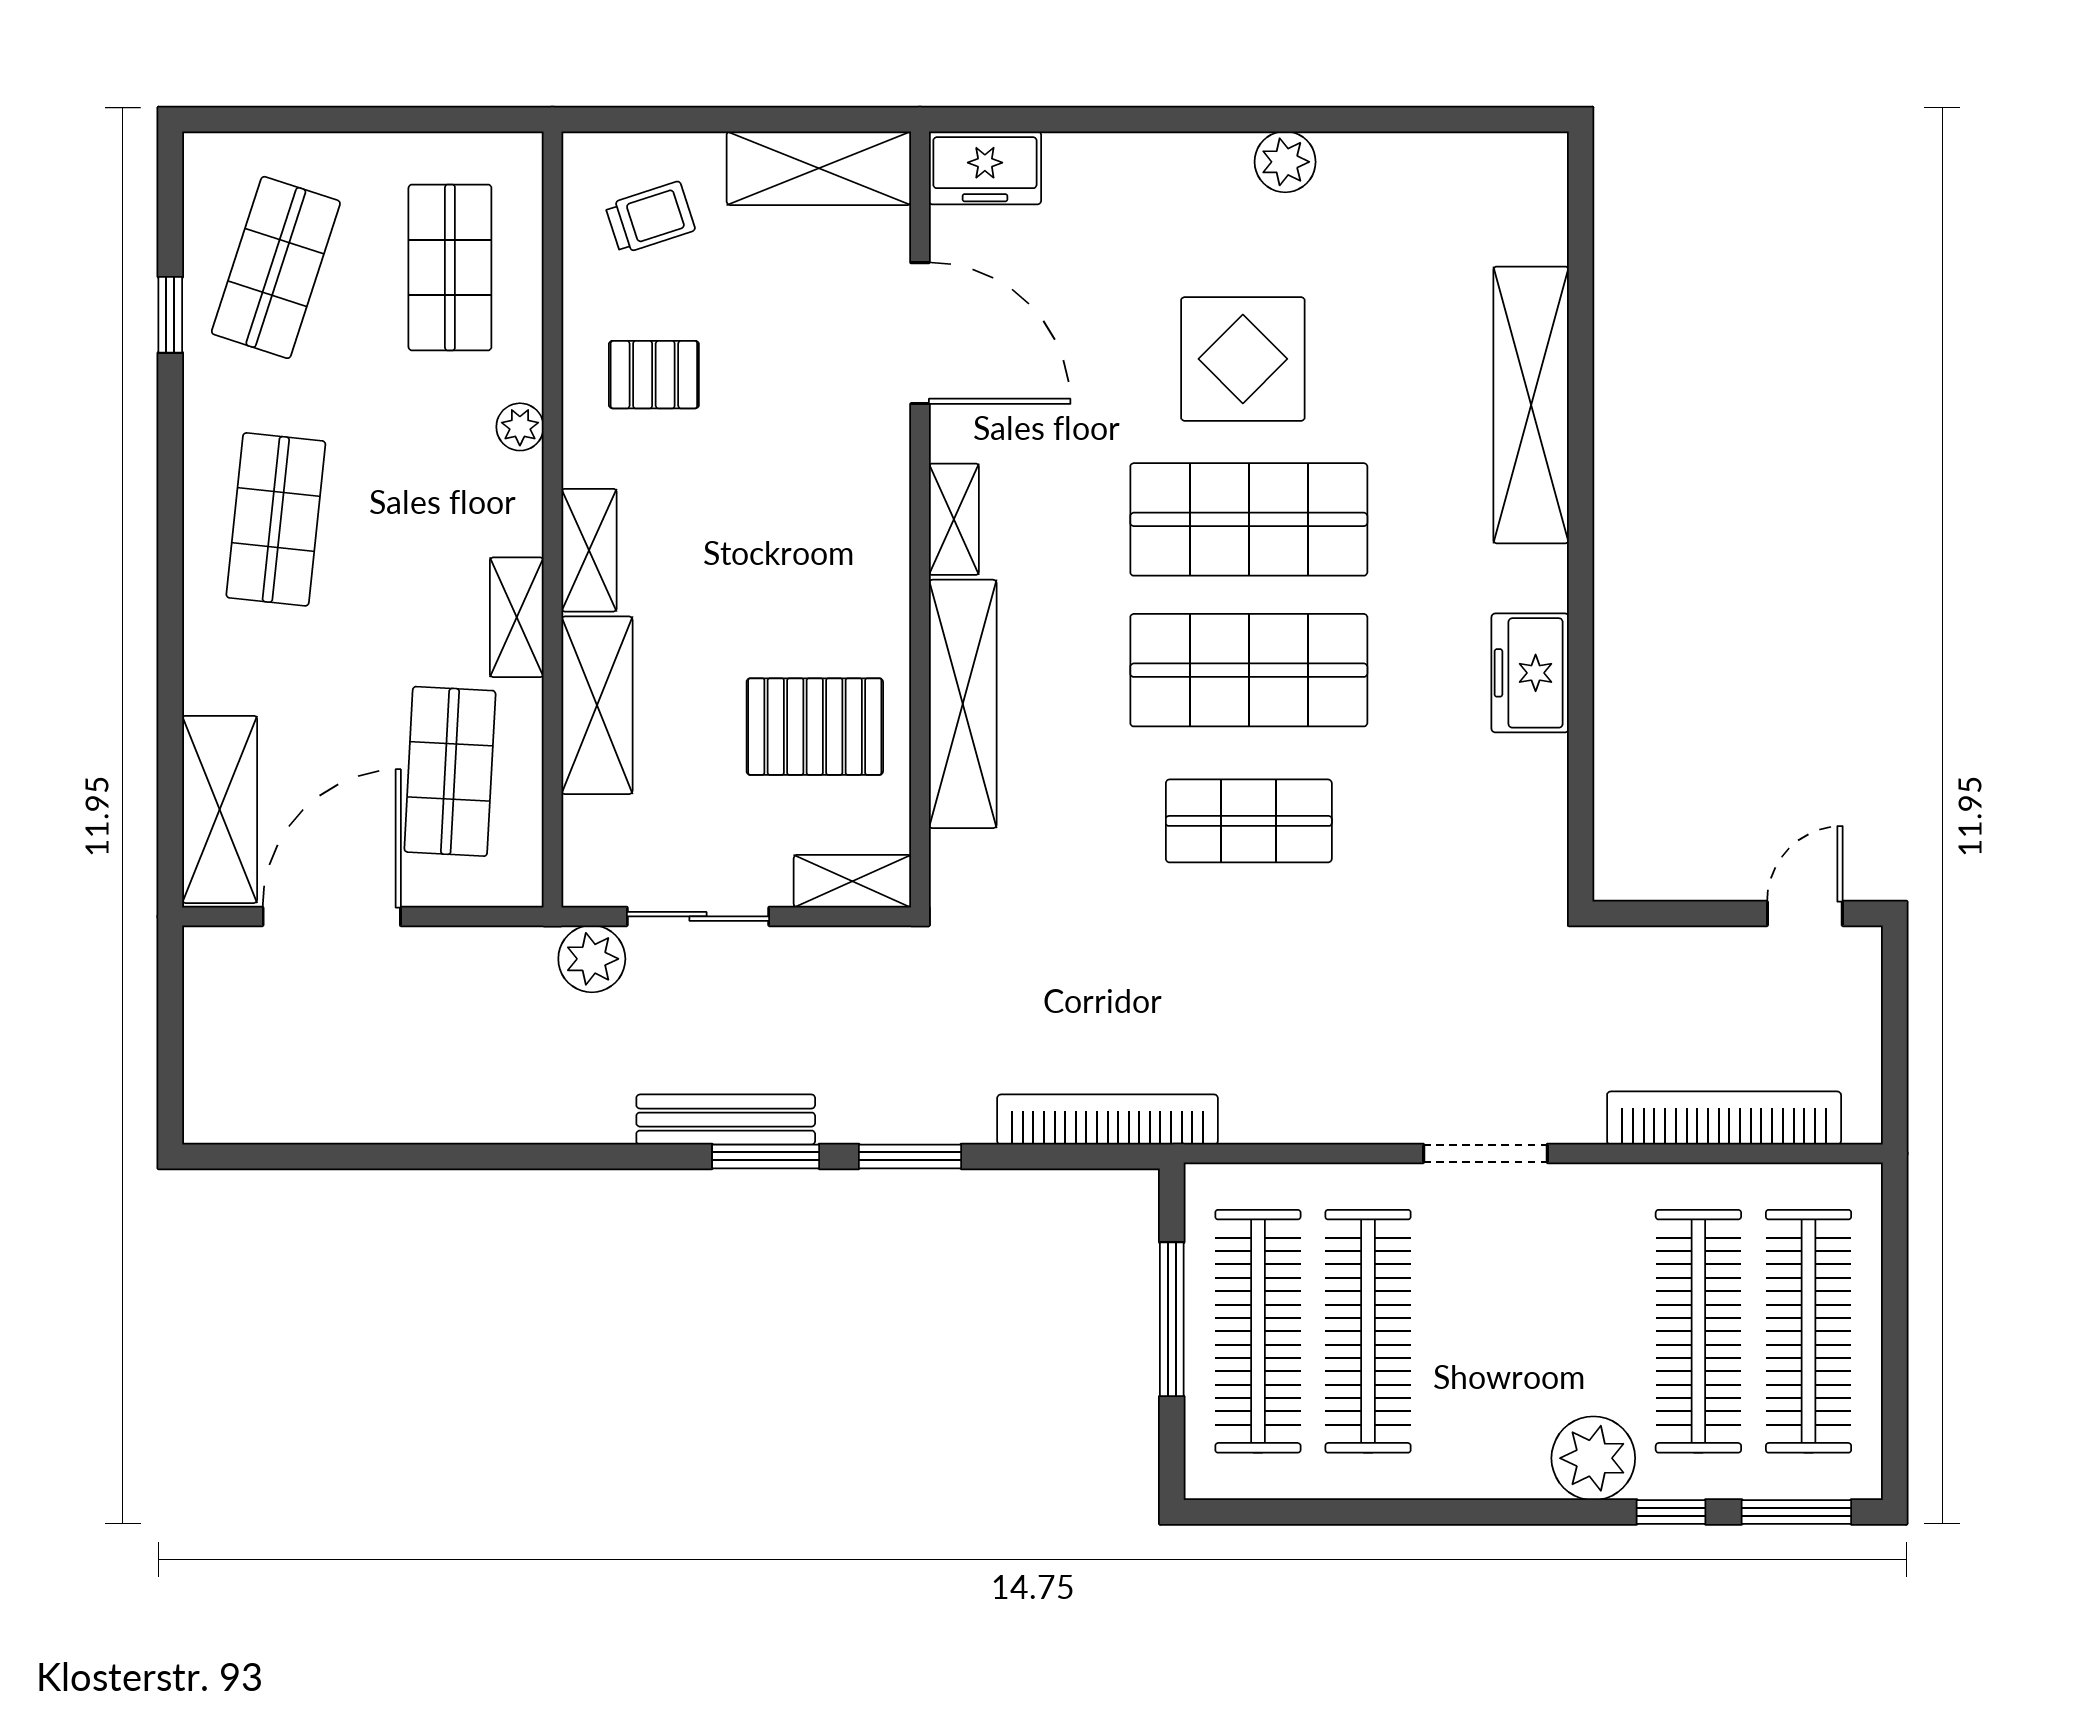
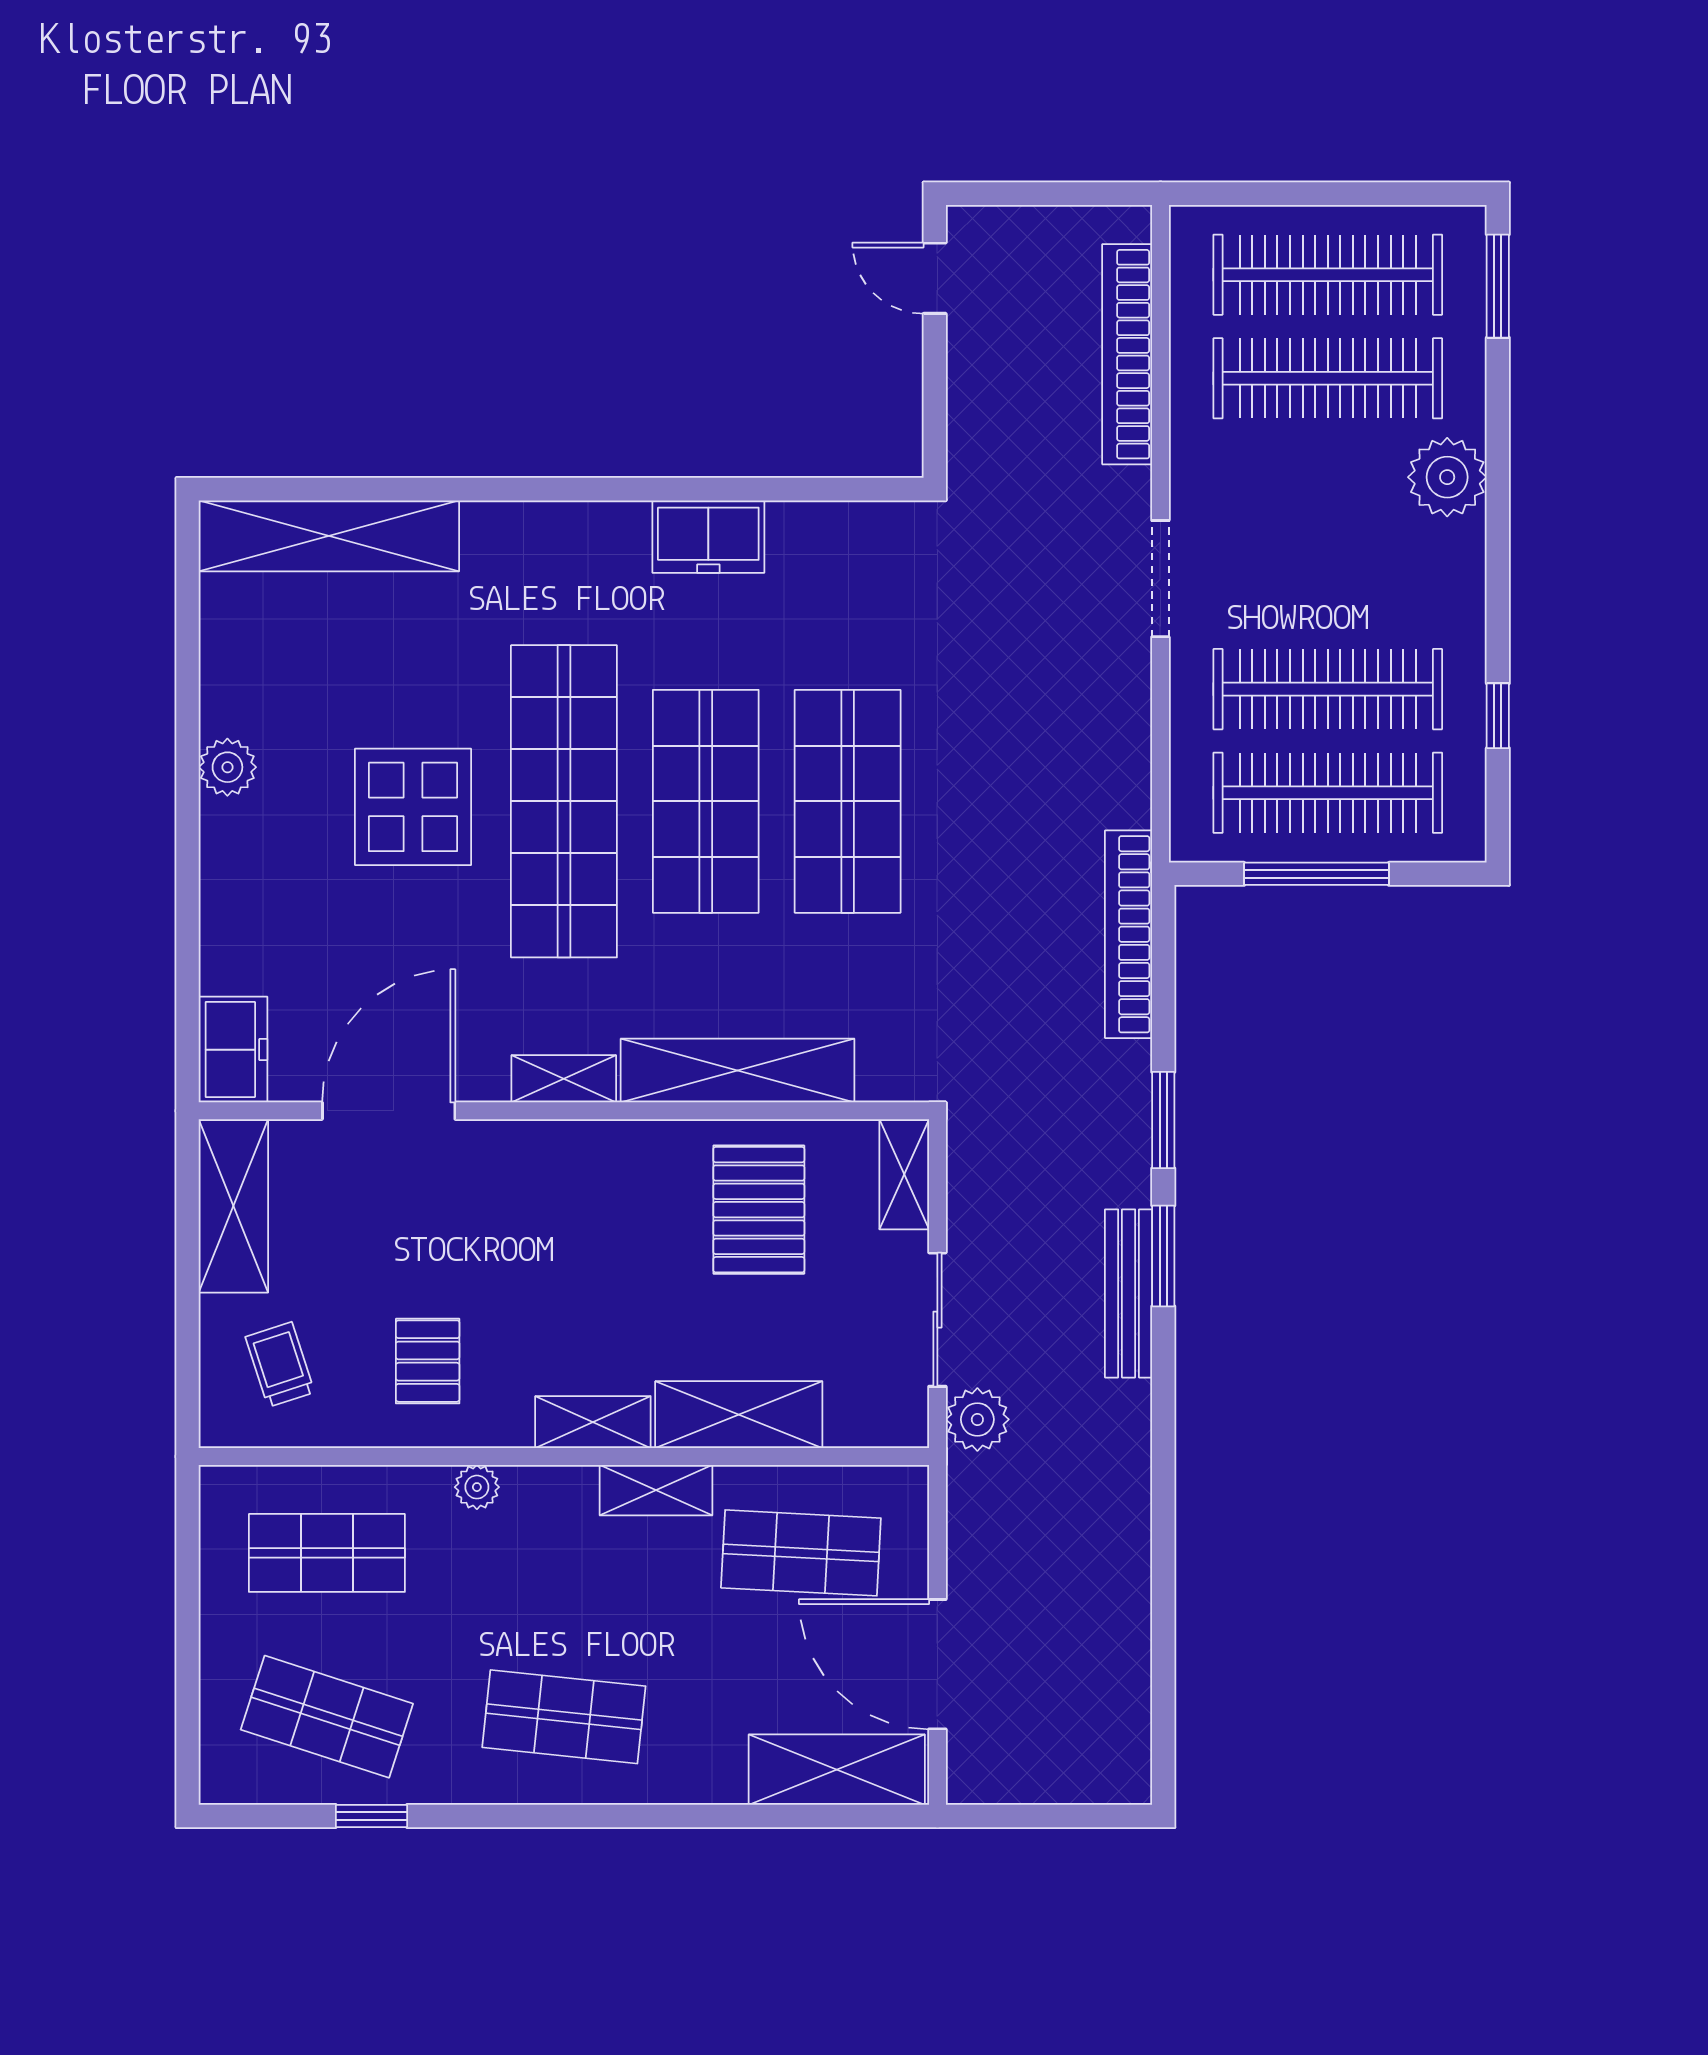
shelving: (1531, 405) -> (329, 536), moved
shop shelf: (1249, 519) -> (564, 801), width x1.40
shop shelf: (1249, 821) -> (848, 801), width x1.43, depth x1.36
window: (1671, 1512) -> (1498, 716), moved

